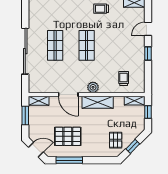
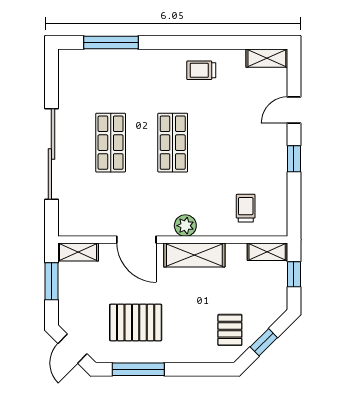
door: (36, 150) -> (72, 349), swing flipped

